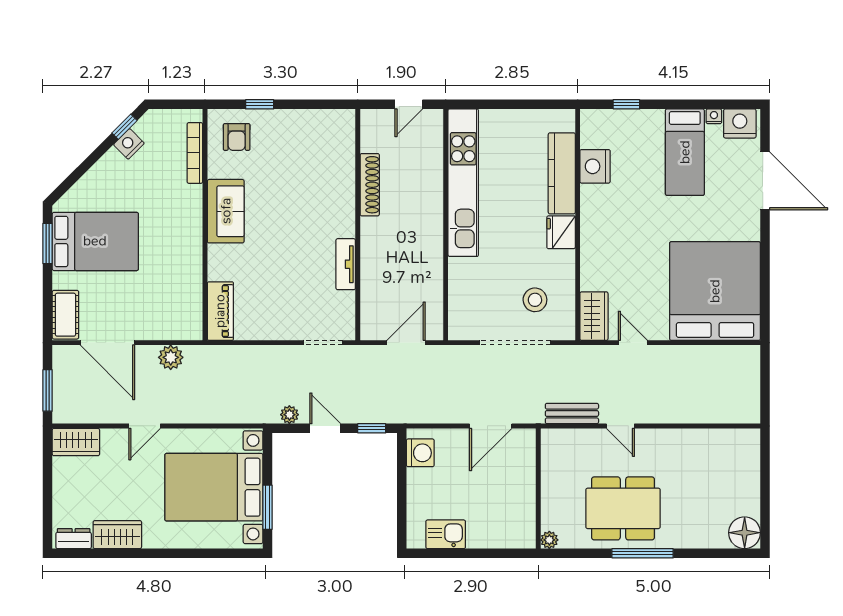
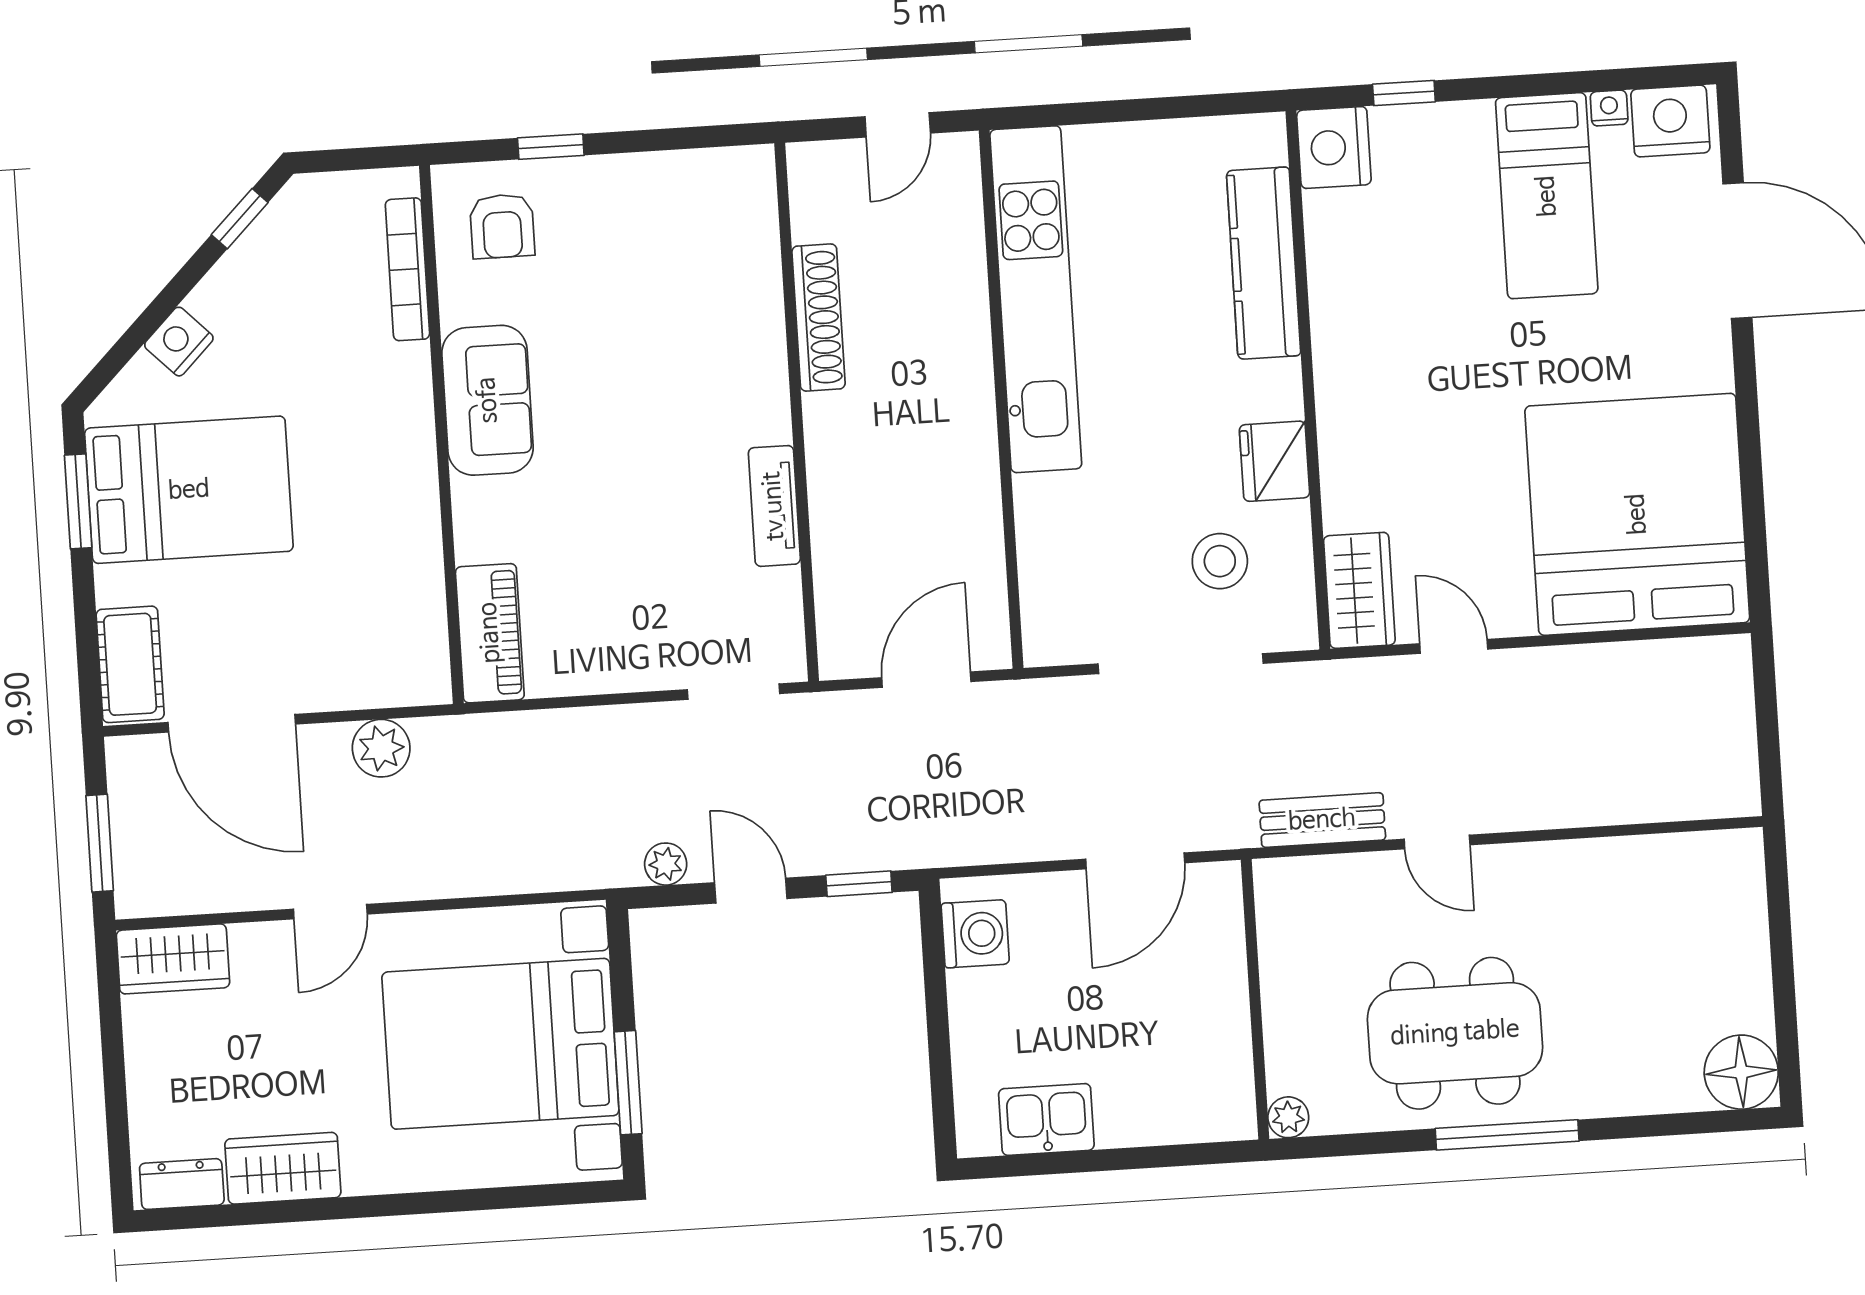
nightstand: (129, 144) -> (179, 342), moved
nightstand: (595, 166) -> (1334, 147), moved
fridge: (561, 232) -> (1274, 461), moved

